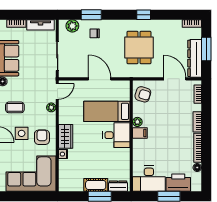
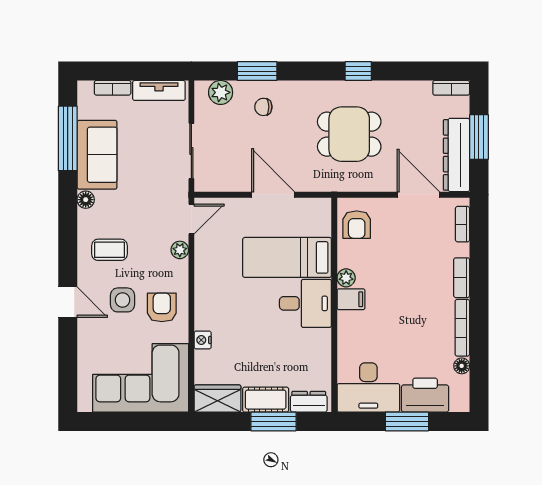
dining table: (139, 47) -> (349, 134), turned 90
armchair: (143, 94) -> (357, 225), turned 73
wardrobe: (66, 136) -> (217, 399), moved, turned -90

